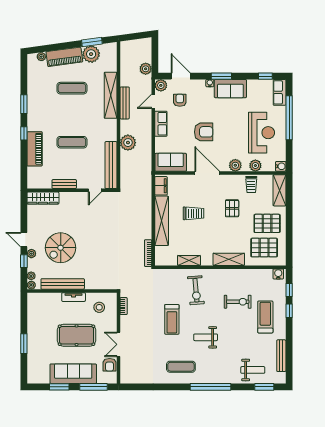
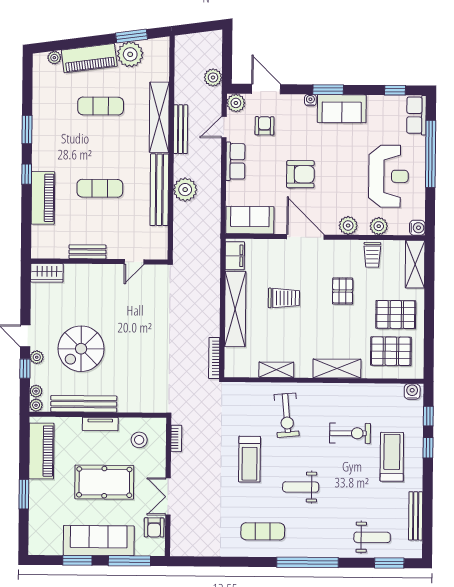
bench: (111, 165) -> (159, 190), moved
wardrobe: (43, 198) -> (47, 273), width x0.67
piano: (35, 315) -> (41, 451), added

